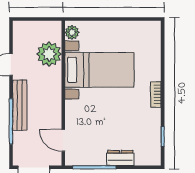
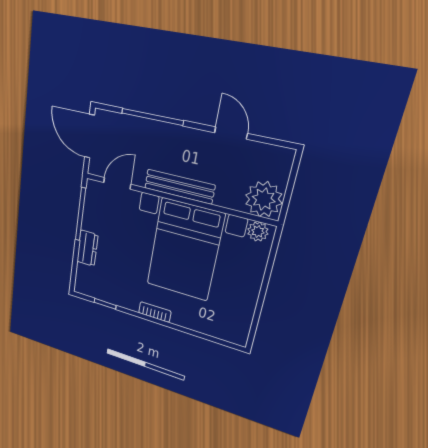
plant: (49, 54) -> (264, 199), moved
bed with nightstands: (99, 70) -> (185, 250), width x1.36
bench: (20, 105) -> (179, 187), moved

